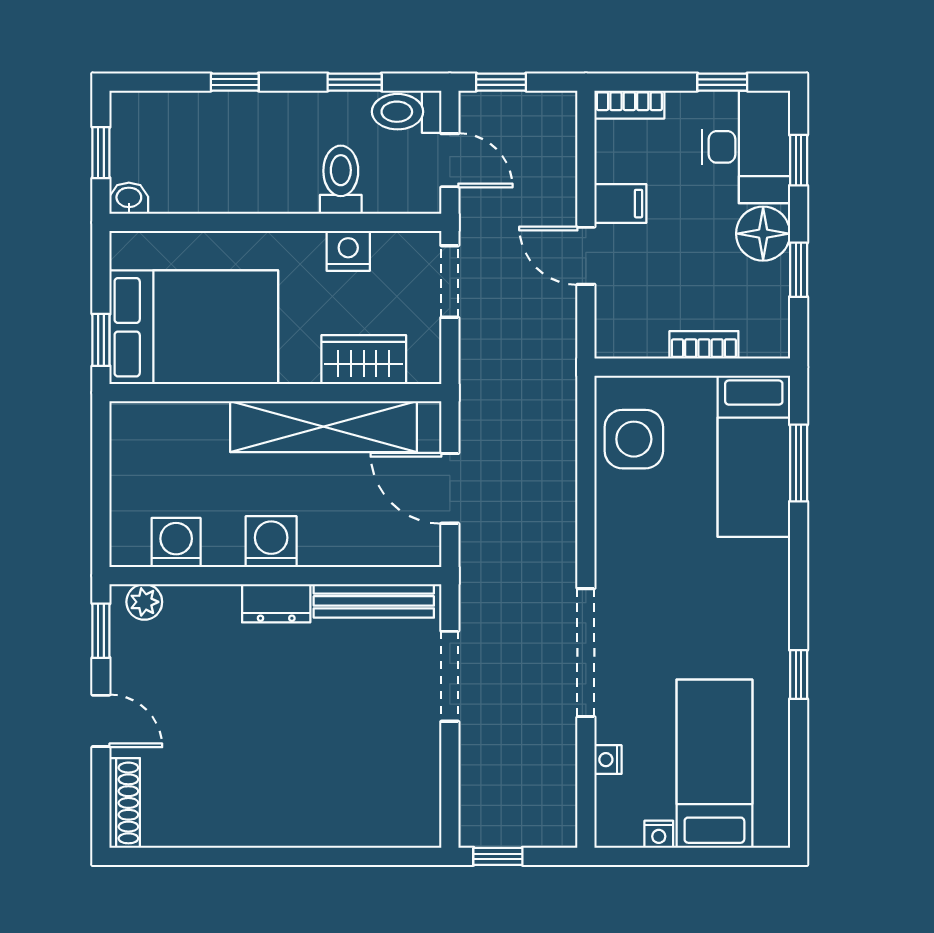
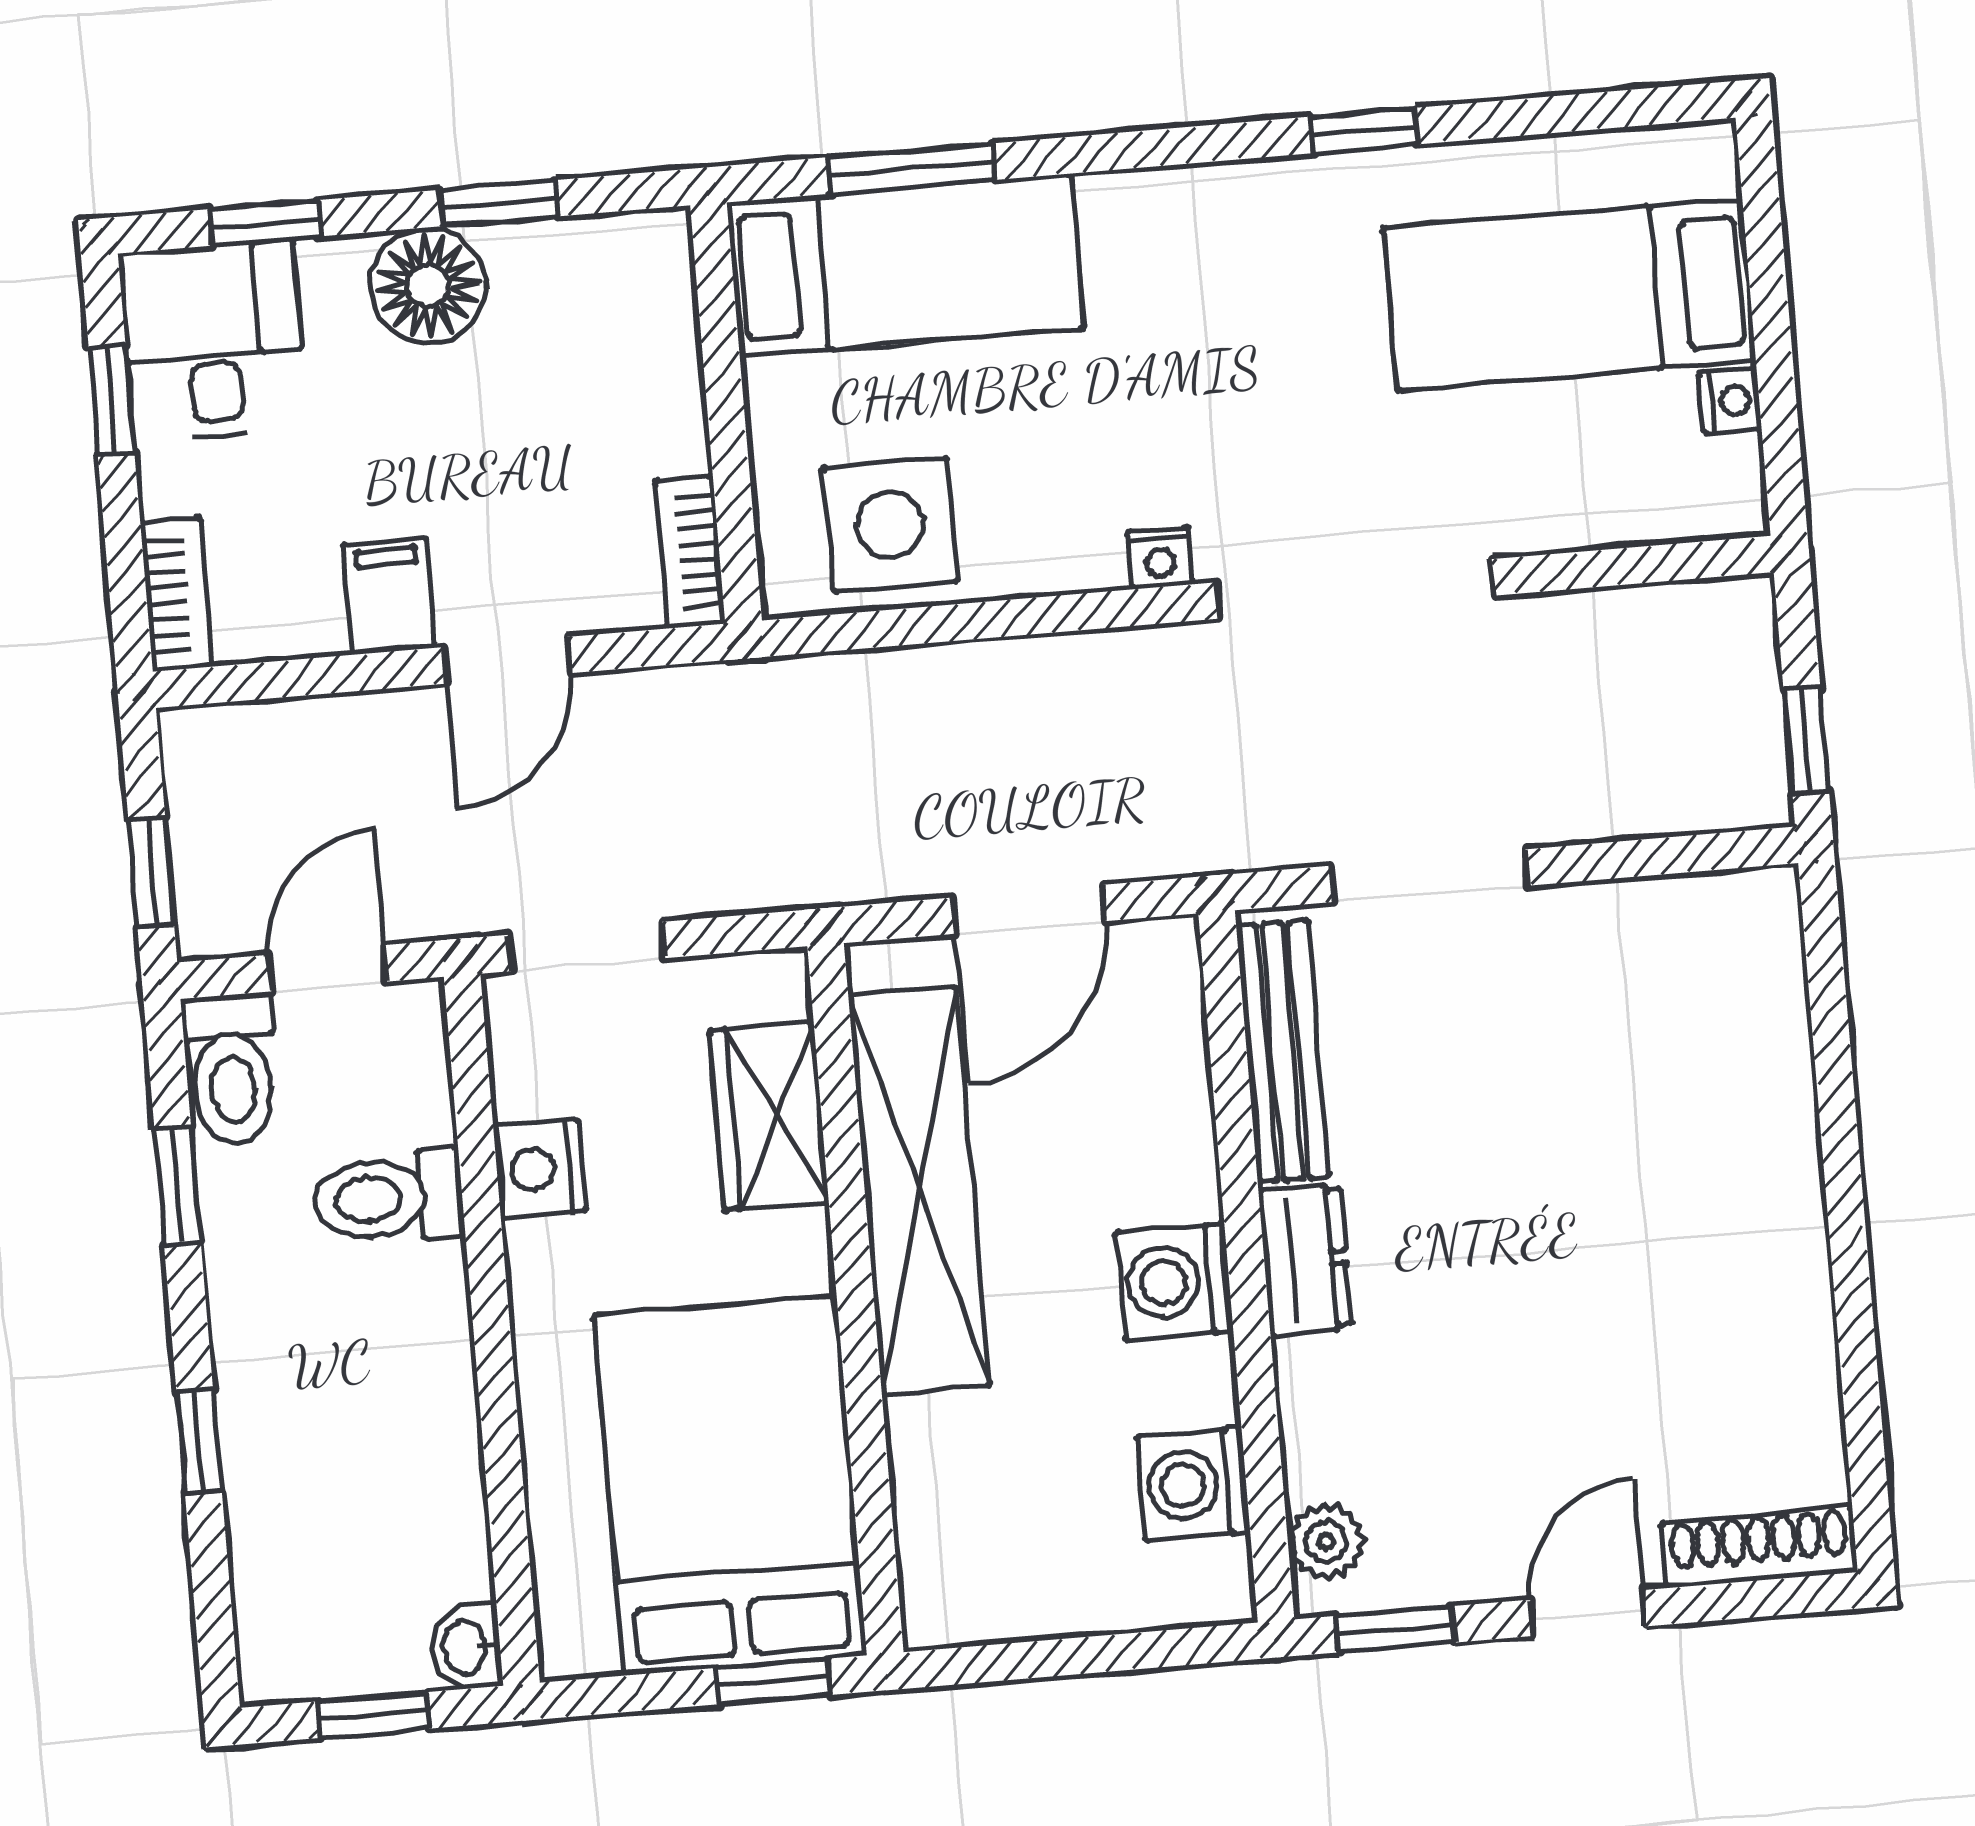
desk: (746, 147) -> (213, 341), width x0.73
bookcase: (704, 345) -> (690, 552), moved
nightstand: (608, 760) -> (1160, 558), moved

